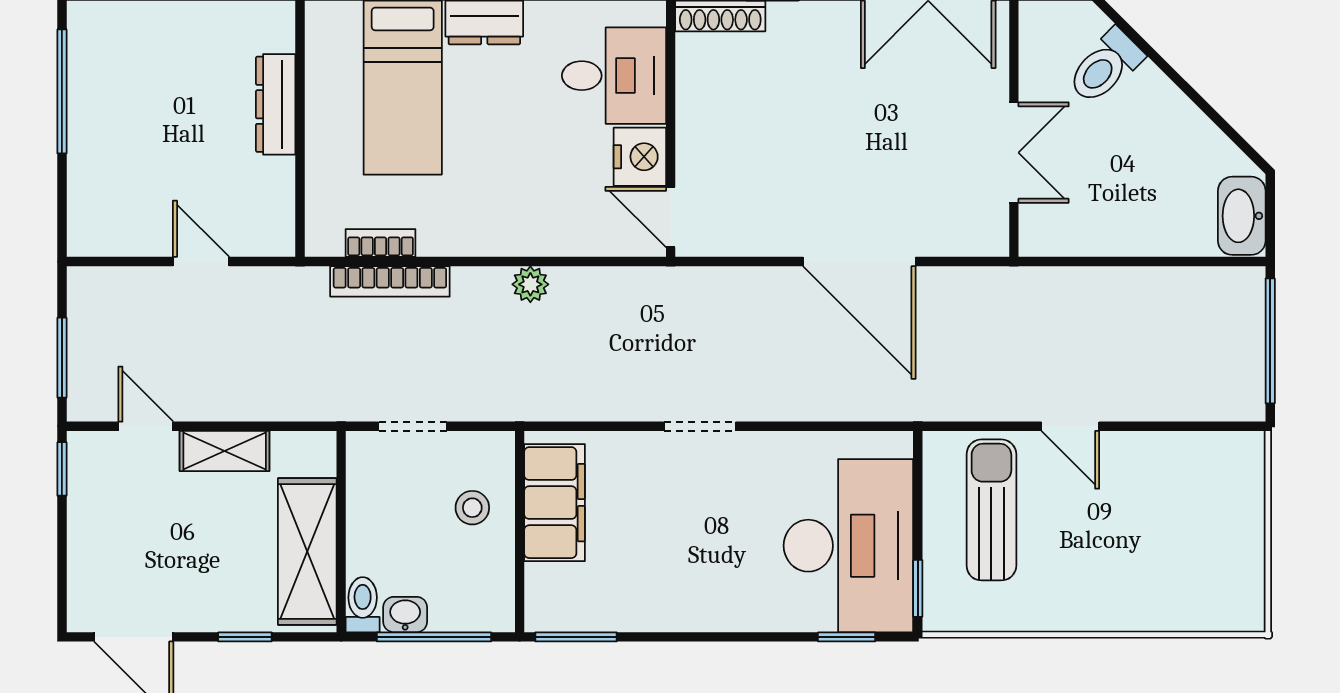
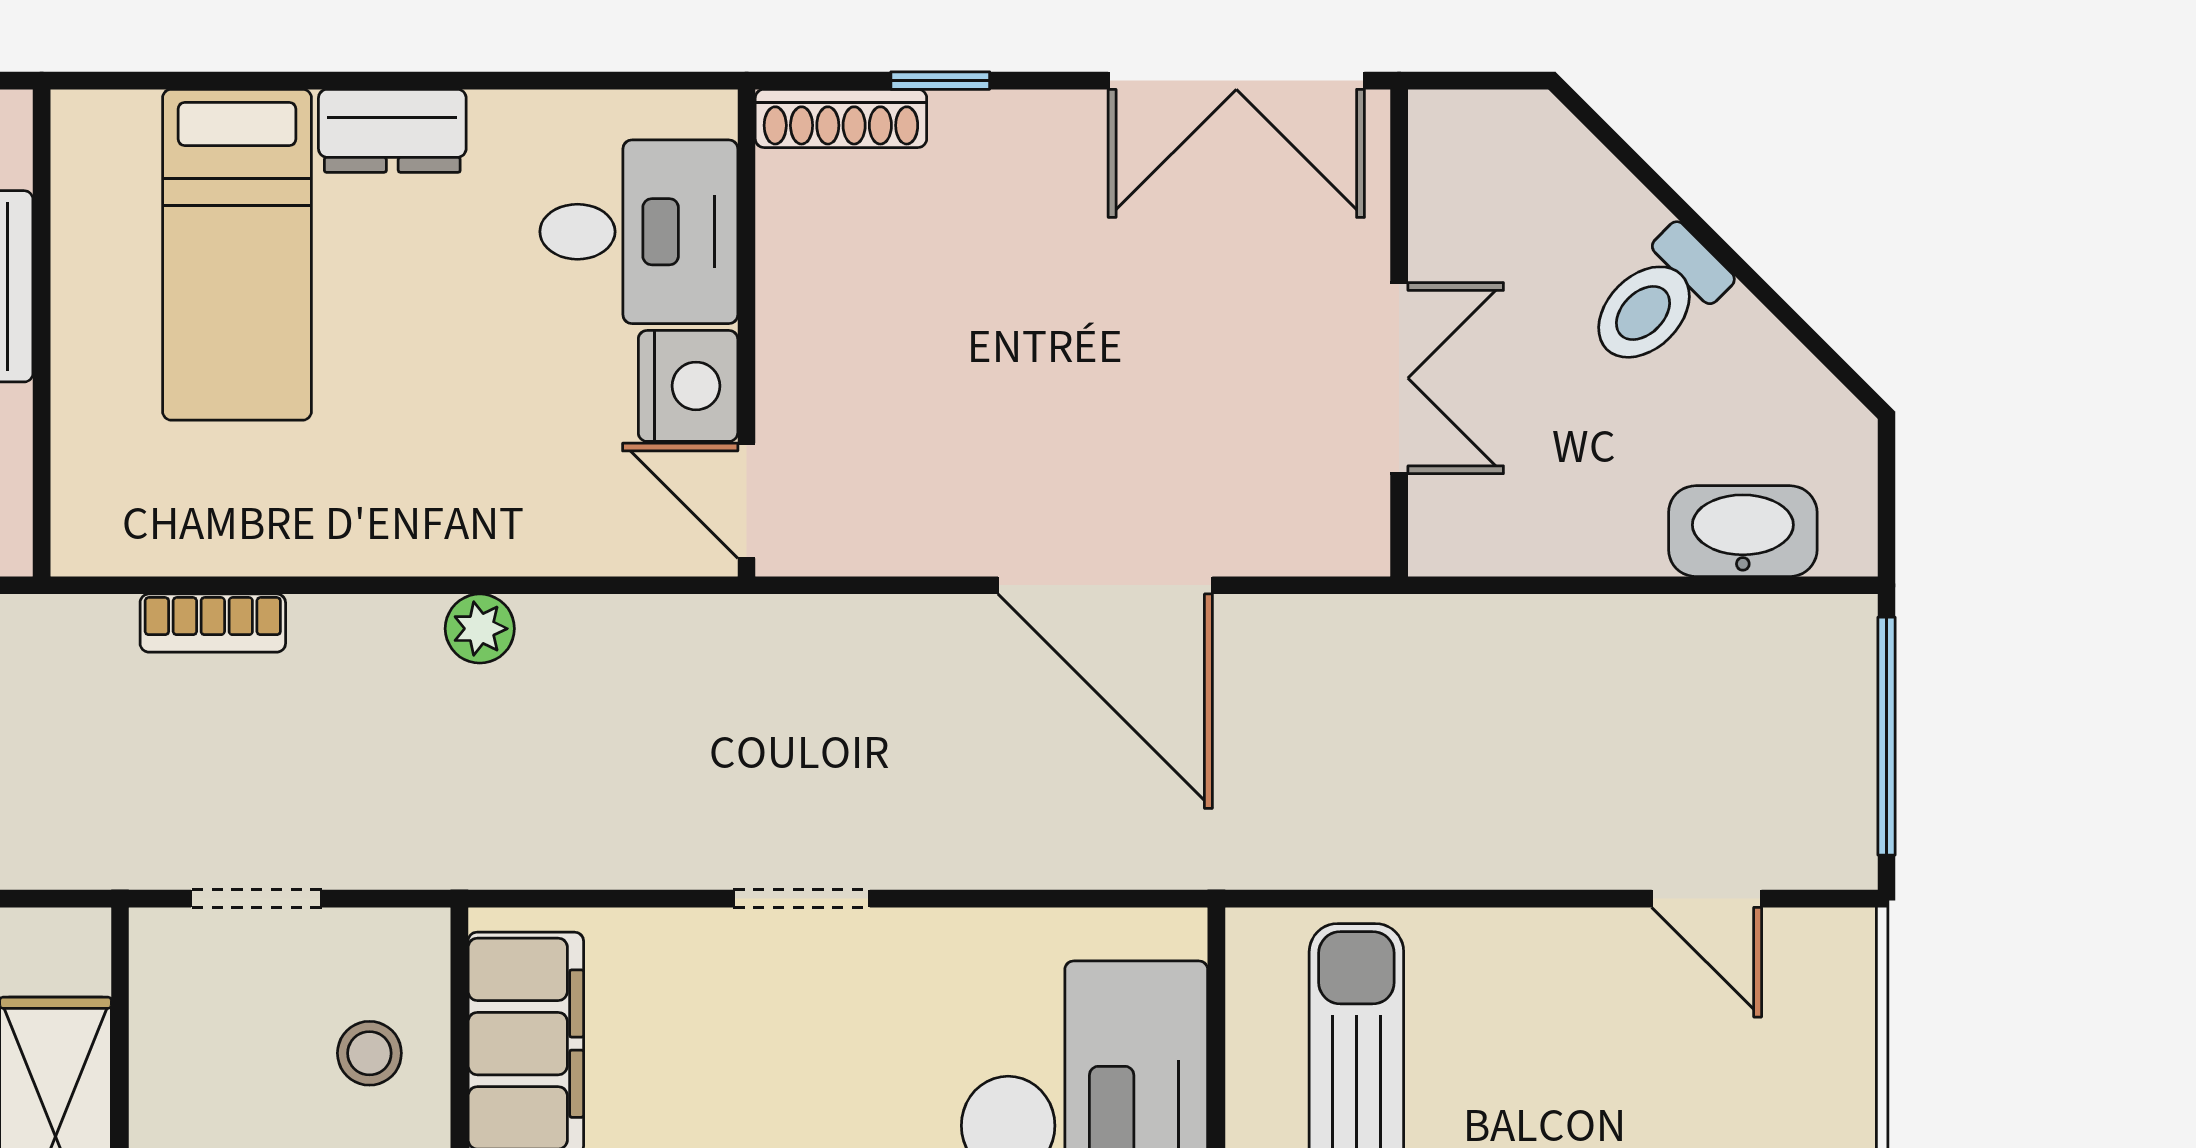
toilet: (1105, 67) -> (1657, 299), moved
washbasin: (1242, 216) -> (1743, 531), moved, turned 90
bookcase: (381, 243) -> (195, 550), removed
bookcase: (390, 281) -> (213, 623), width x0.64
door: (1070, 426) -> (1707, 899), moved

